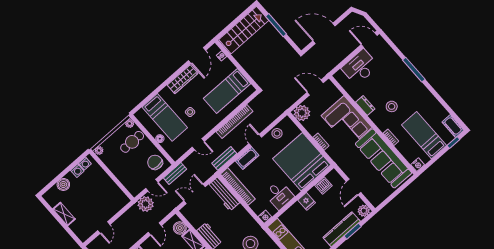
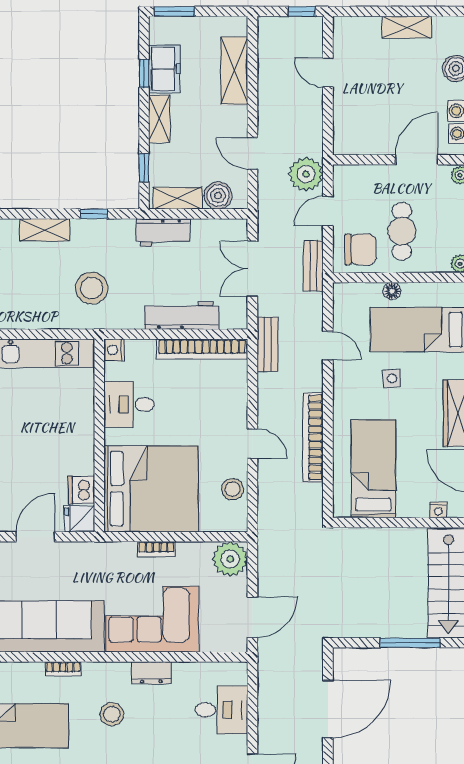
desk: (360, 67) -> (222, 710), width x0.73
cafe table: (132, 142) -> (402, 231), moved
door: (198, 144) -> (328, 345), swing flipped
bench: (224, 158) -> (268, 344), moved
cot: (247, 158) -> (235, 405), removed
door: (107, 170) -> (417, 160), added
door: (354, 187) -> (36, 537), hinge flipped
double door: (195, 194) -> (252, 269), swing flipped
workbench: (224, 194) -> (182, 315), moved
fridge: (307, 201) -> (79, 519), moved

